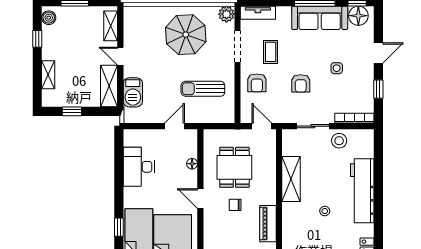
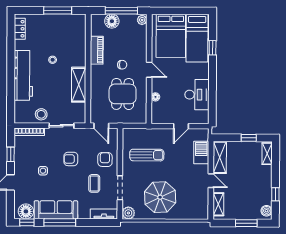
shelving: (48, 75) -> (267, 154), moved
armchair: (301, 83) -> (71, 159), turned -90
door: (175, 126) -> (181, 126), moved

